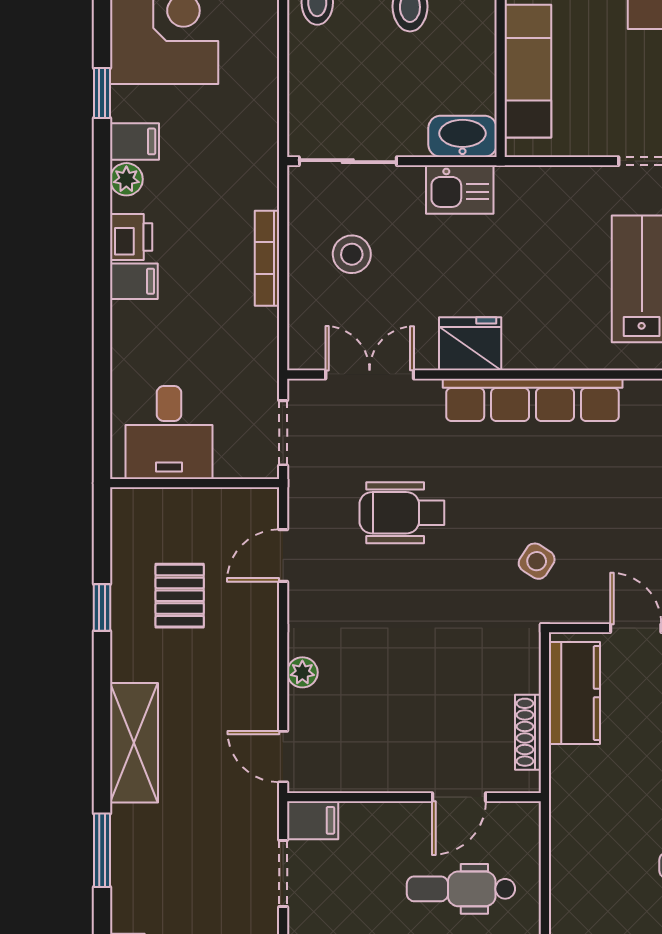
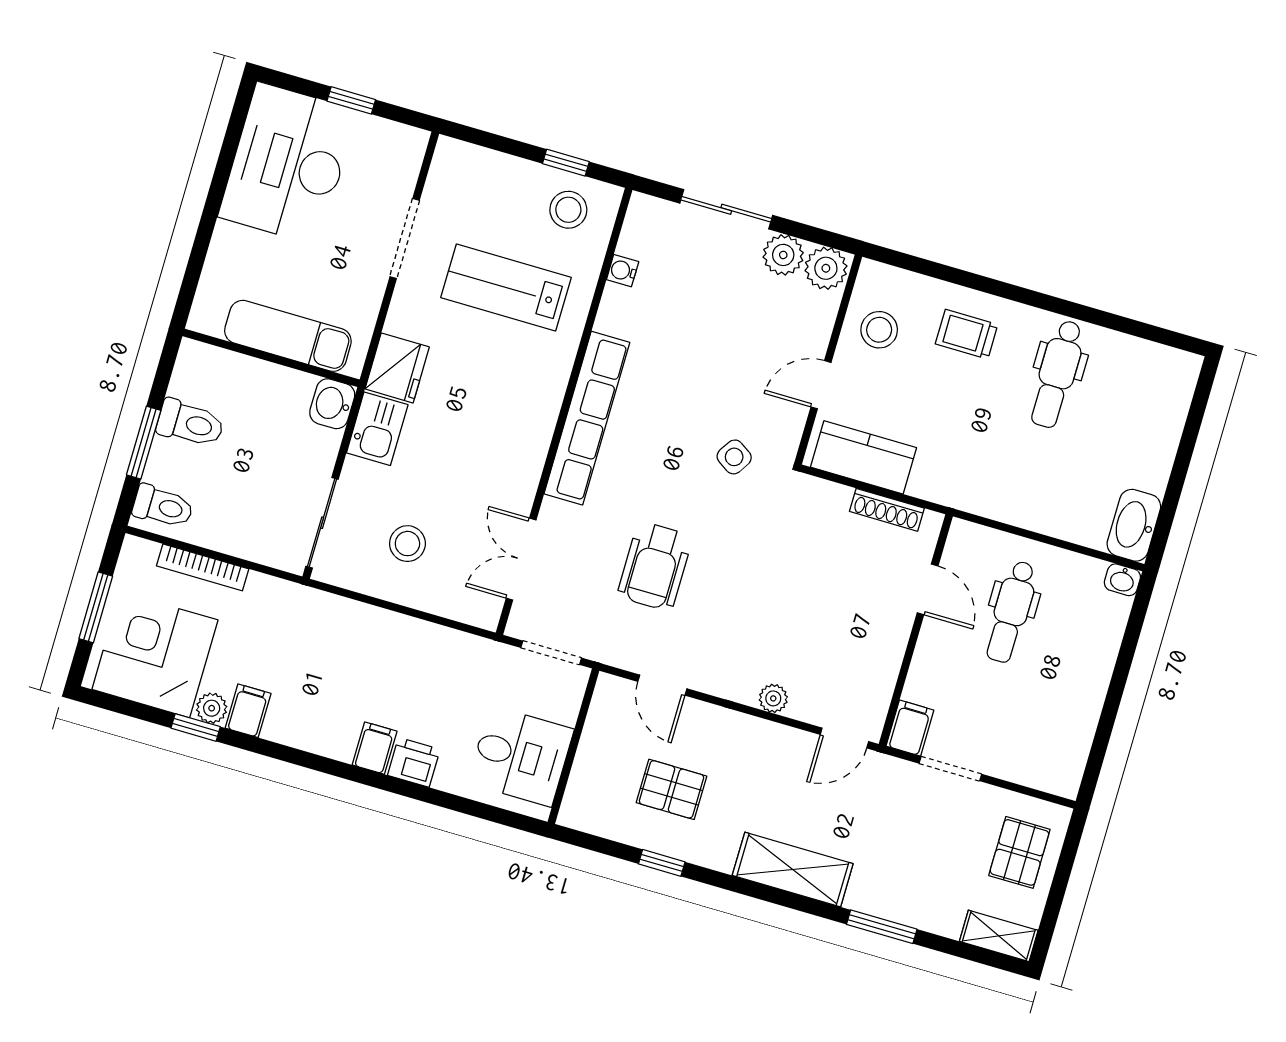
washbasin: (462, 136) -> (332, 404), width x0.72
plant: (126, 179) -> (212, 708), moved
printer: (131, 237) -> (414, 762), moved
bookcase: (267, 258) -> (203, 567), moved
fridge: (470, 344) -> (397, 368), moved, turned 180

